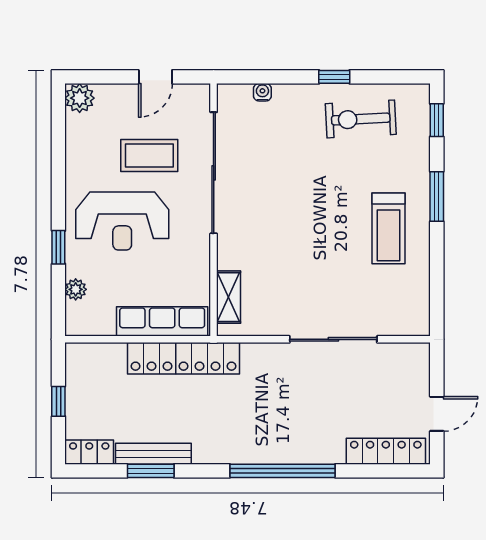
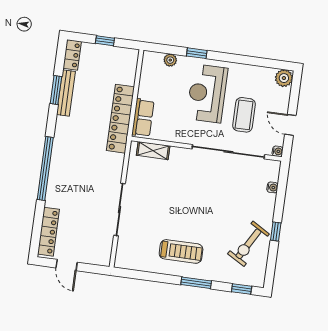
water cooler: (202, 92) -> (278, 151), added
exercise bike: (361, 119) -> (248, 244), turned -147
treadmill: (389, 228) -> (181, 251), turned 180
row of seats: (162, 321) -> (143, 118), width x0.68

